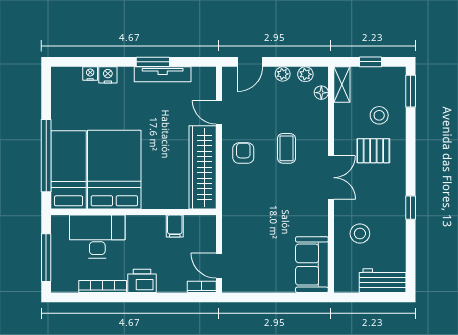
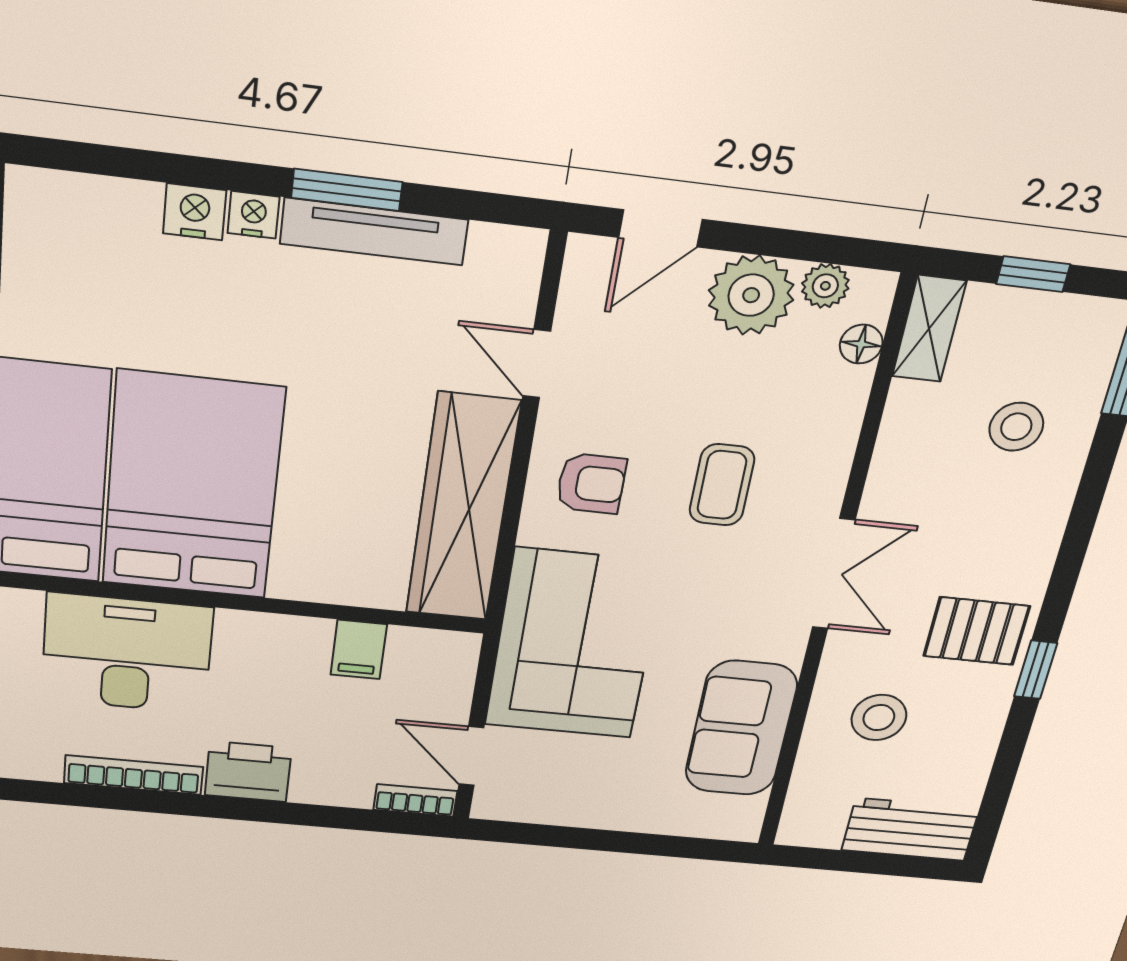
nightstand: (90, 74) -> (254, 215), moved
plant: (283, 74) -> (751, 295), width x1.88, depth x1.88
pallet: (373, 151) -> (977, 631), moved
armchair: (243, 153) -> (591, 483), turned 90
corner sofa: (248, 216) -> (574, 644), added
sofa: (312, 265) -> (741, 729), moved

